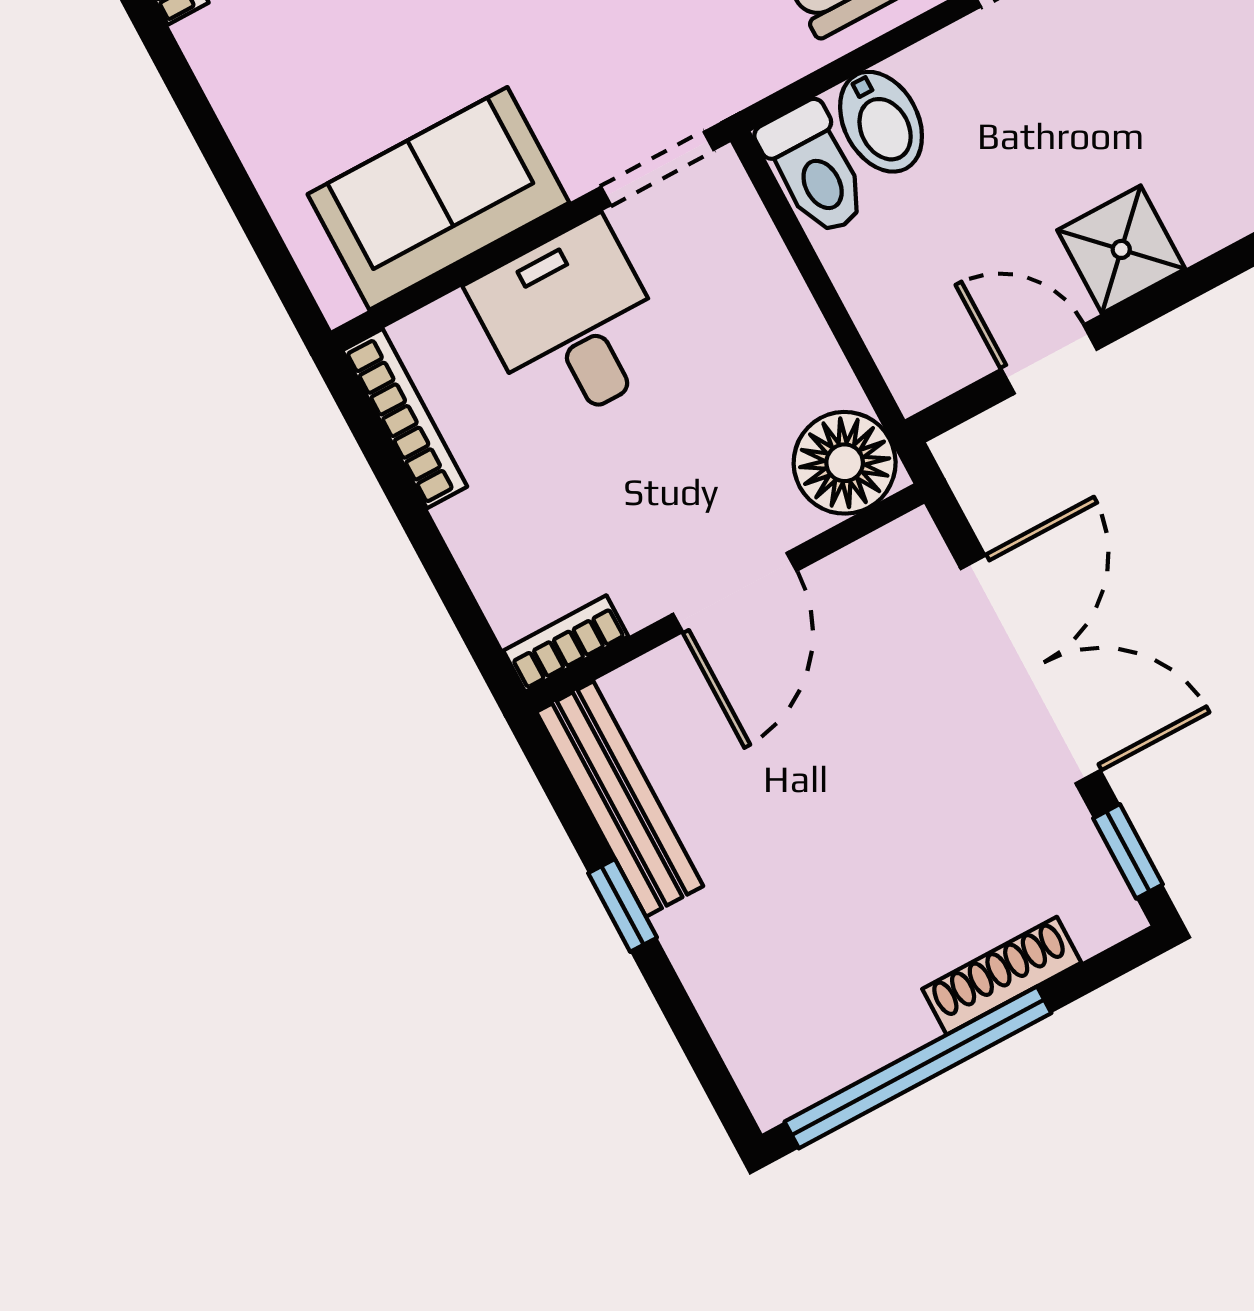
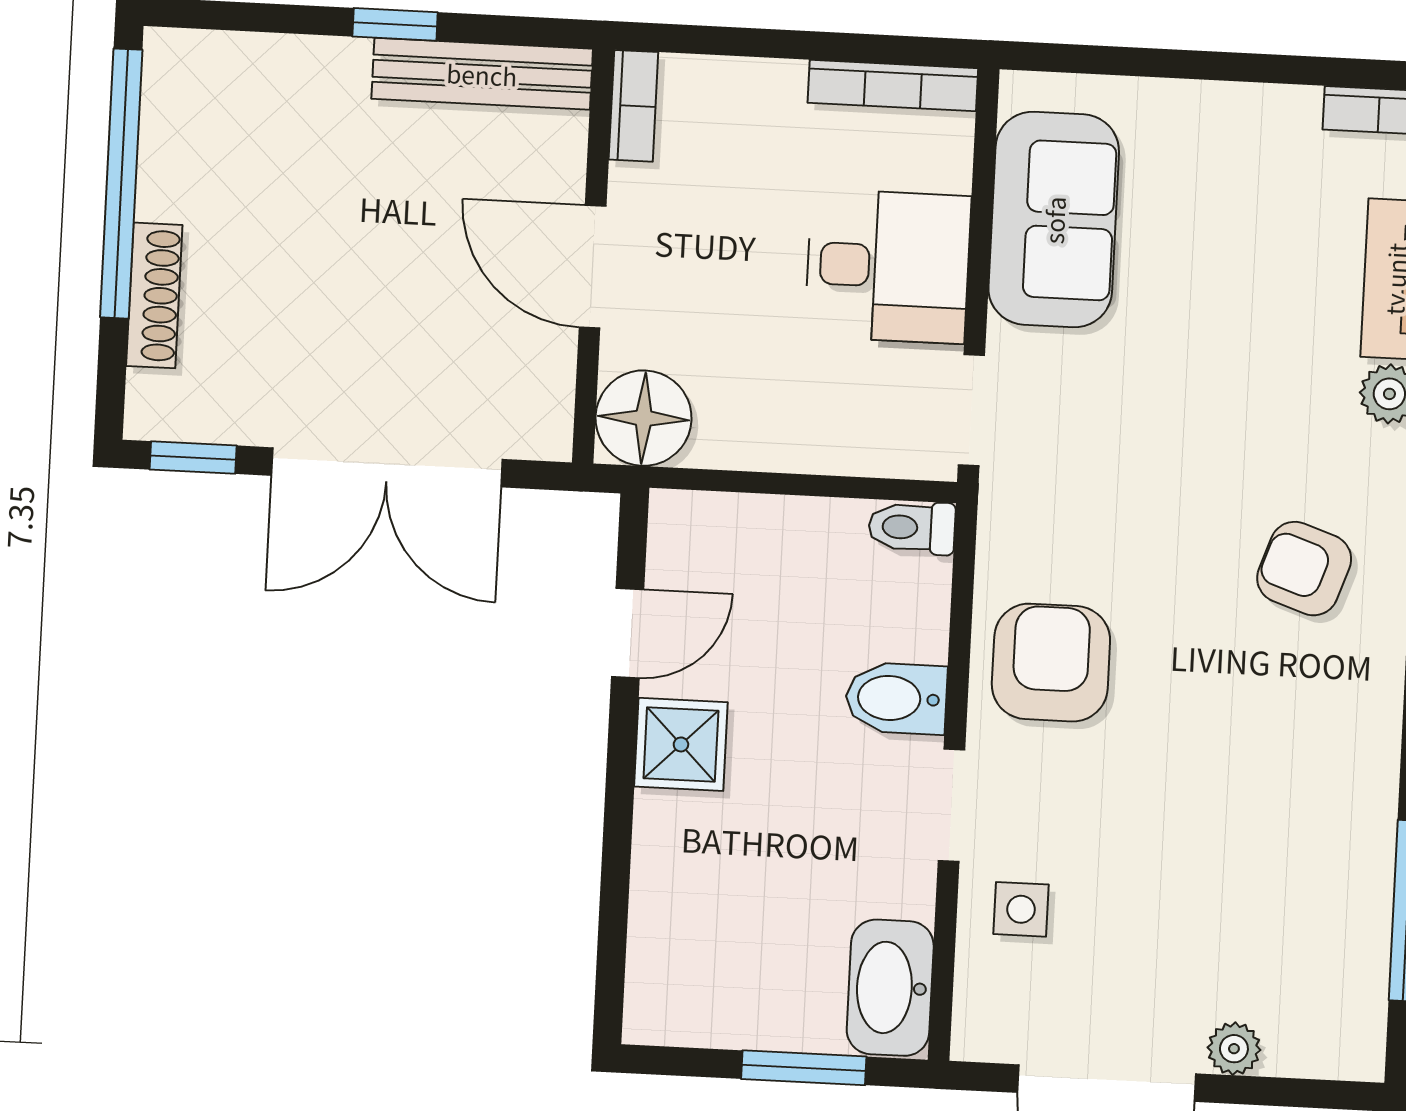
bidet: (881, 122) -> (896, 698), moved
toilet: (814, 169) -> (912, 527), width x0.73, depth x0.72

